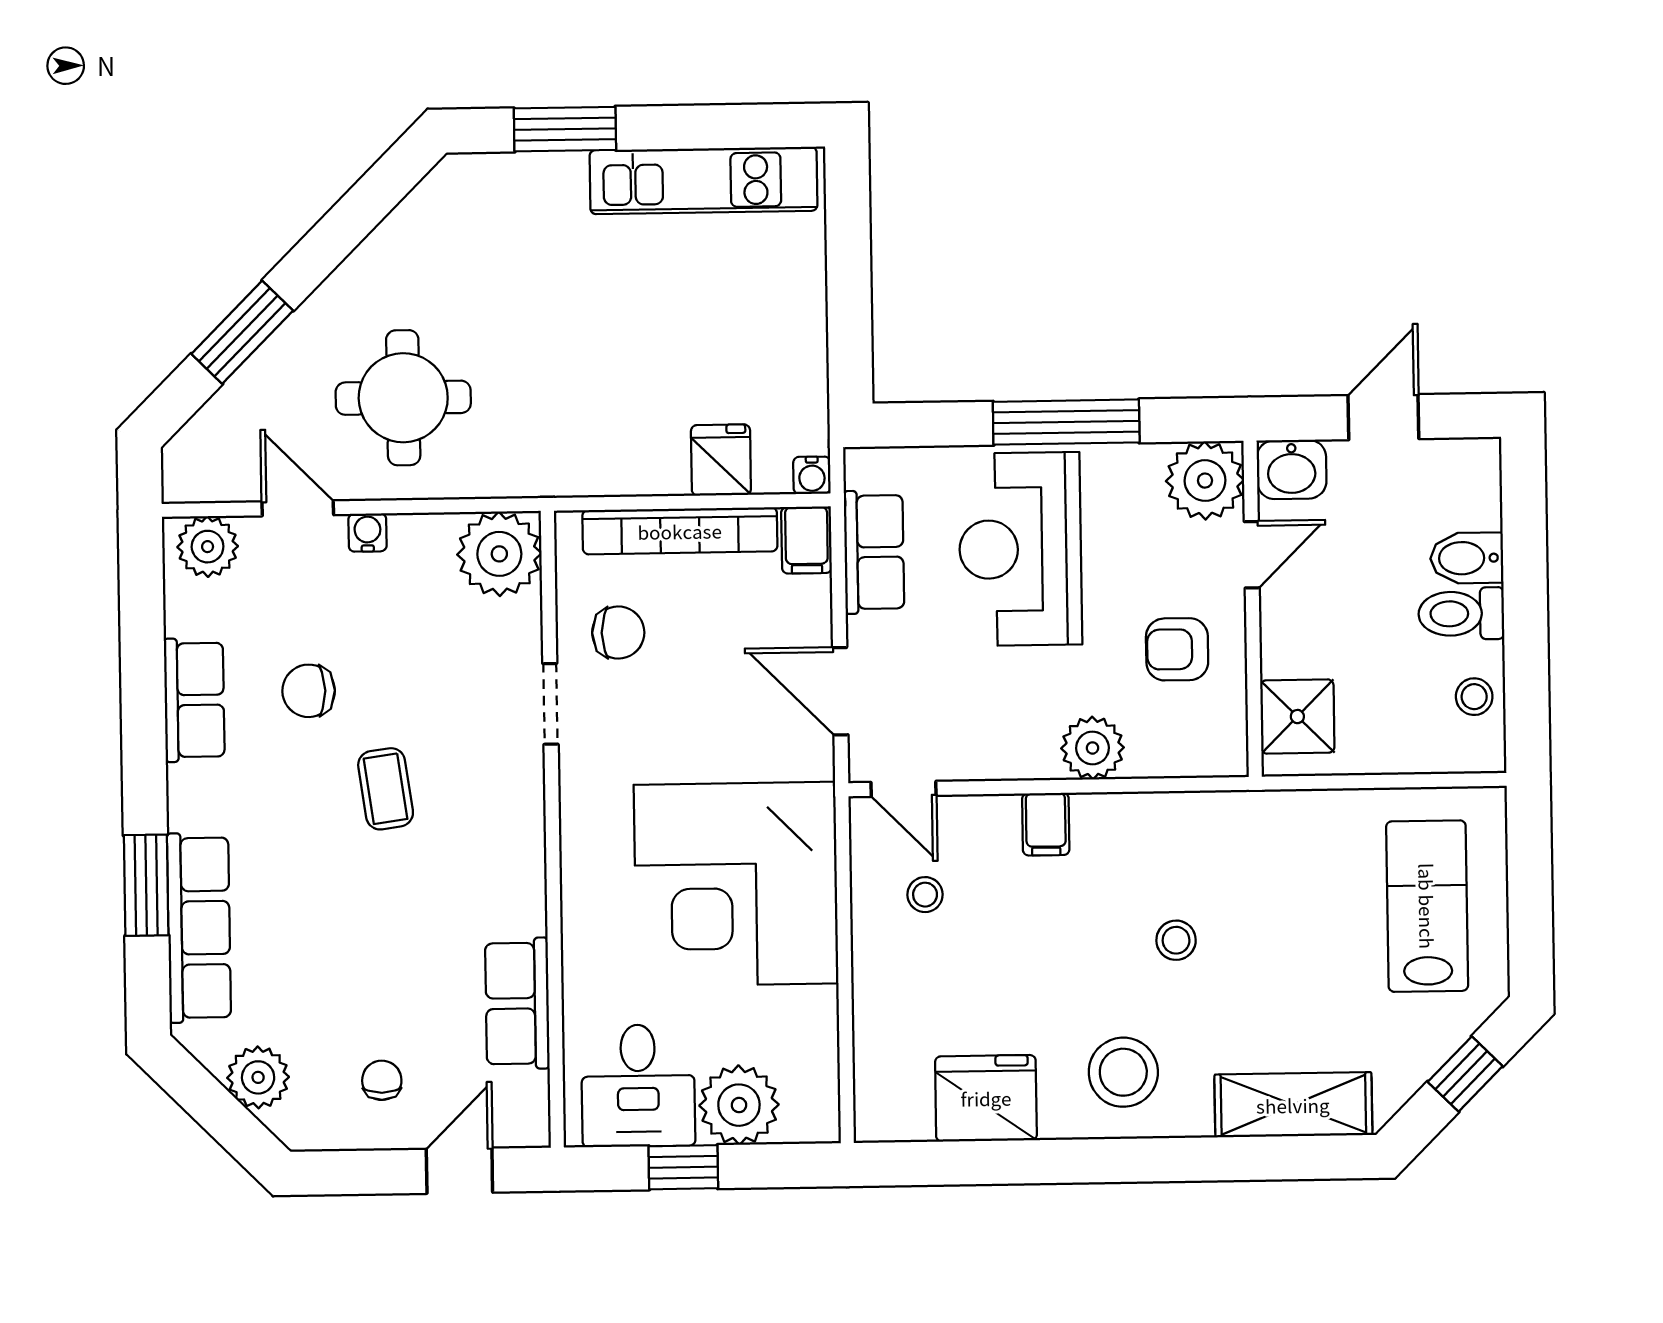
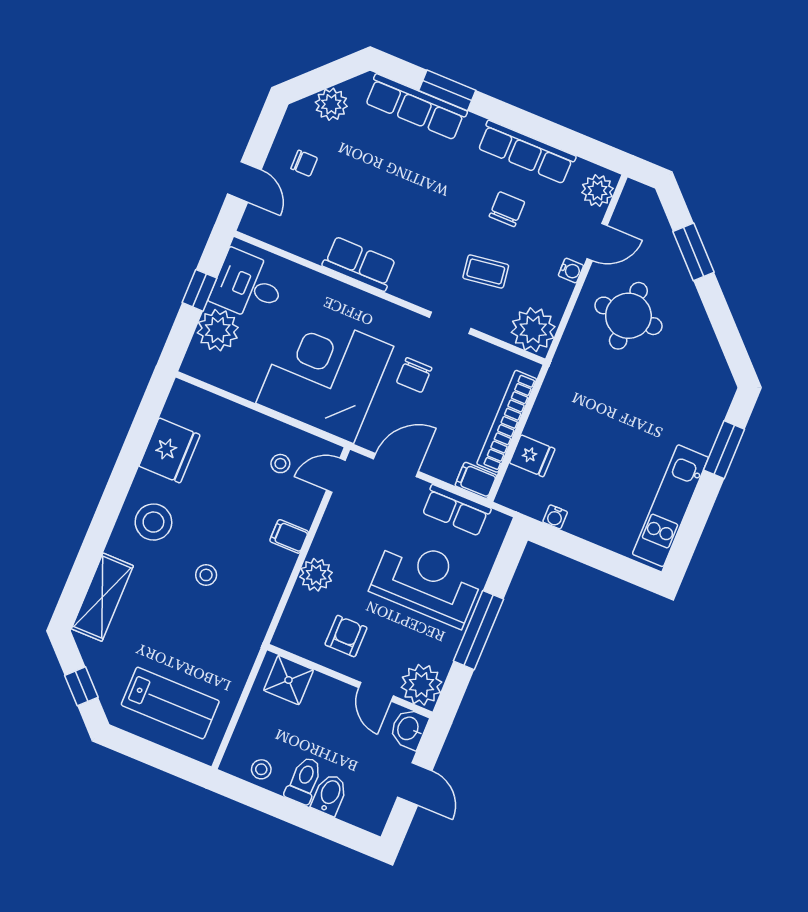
water cooler: (812, 475) -> (555, 517), moved, turned -90
chair: (618, 633) -> (414, 375), moved
row of seats: (194, 700) -> (526, 152), width x1.48
coffee table: (386, 789) -> (486, 272), moved
row of seats: (517, 1003) -> (359, 264), moved

